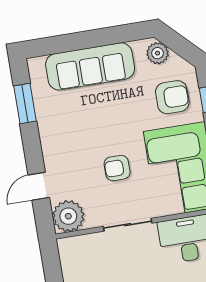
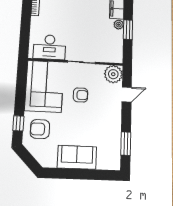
plant: (158, 53) -> (43, 157), removed
sofa: (90, 66) -> (77, 157), width x0.73

